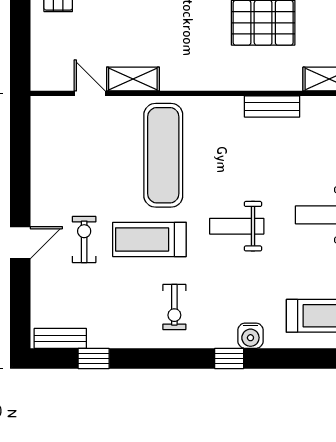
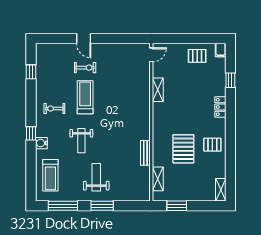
door: (90, 93) -> (151, 55), moved
exercise mat: (163, 155) -> (123, 104), removed
weight bench: (237, 226) -> (81, 141), moved, turned 180
bench: (60, 338) -> (40, 57), removed

